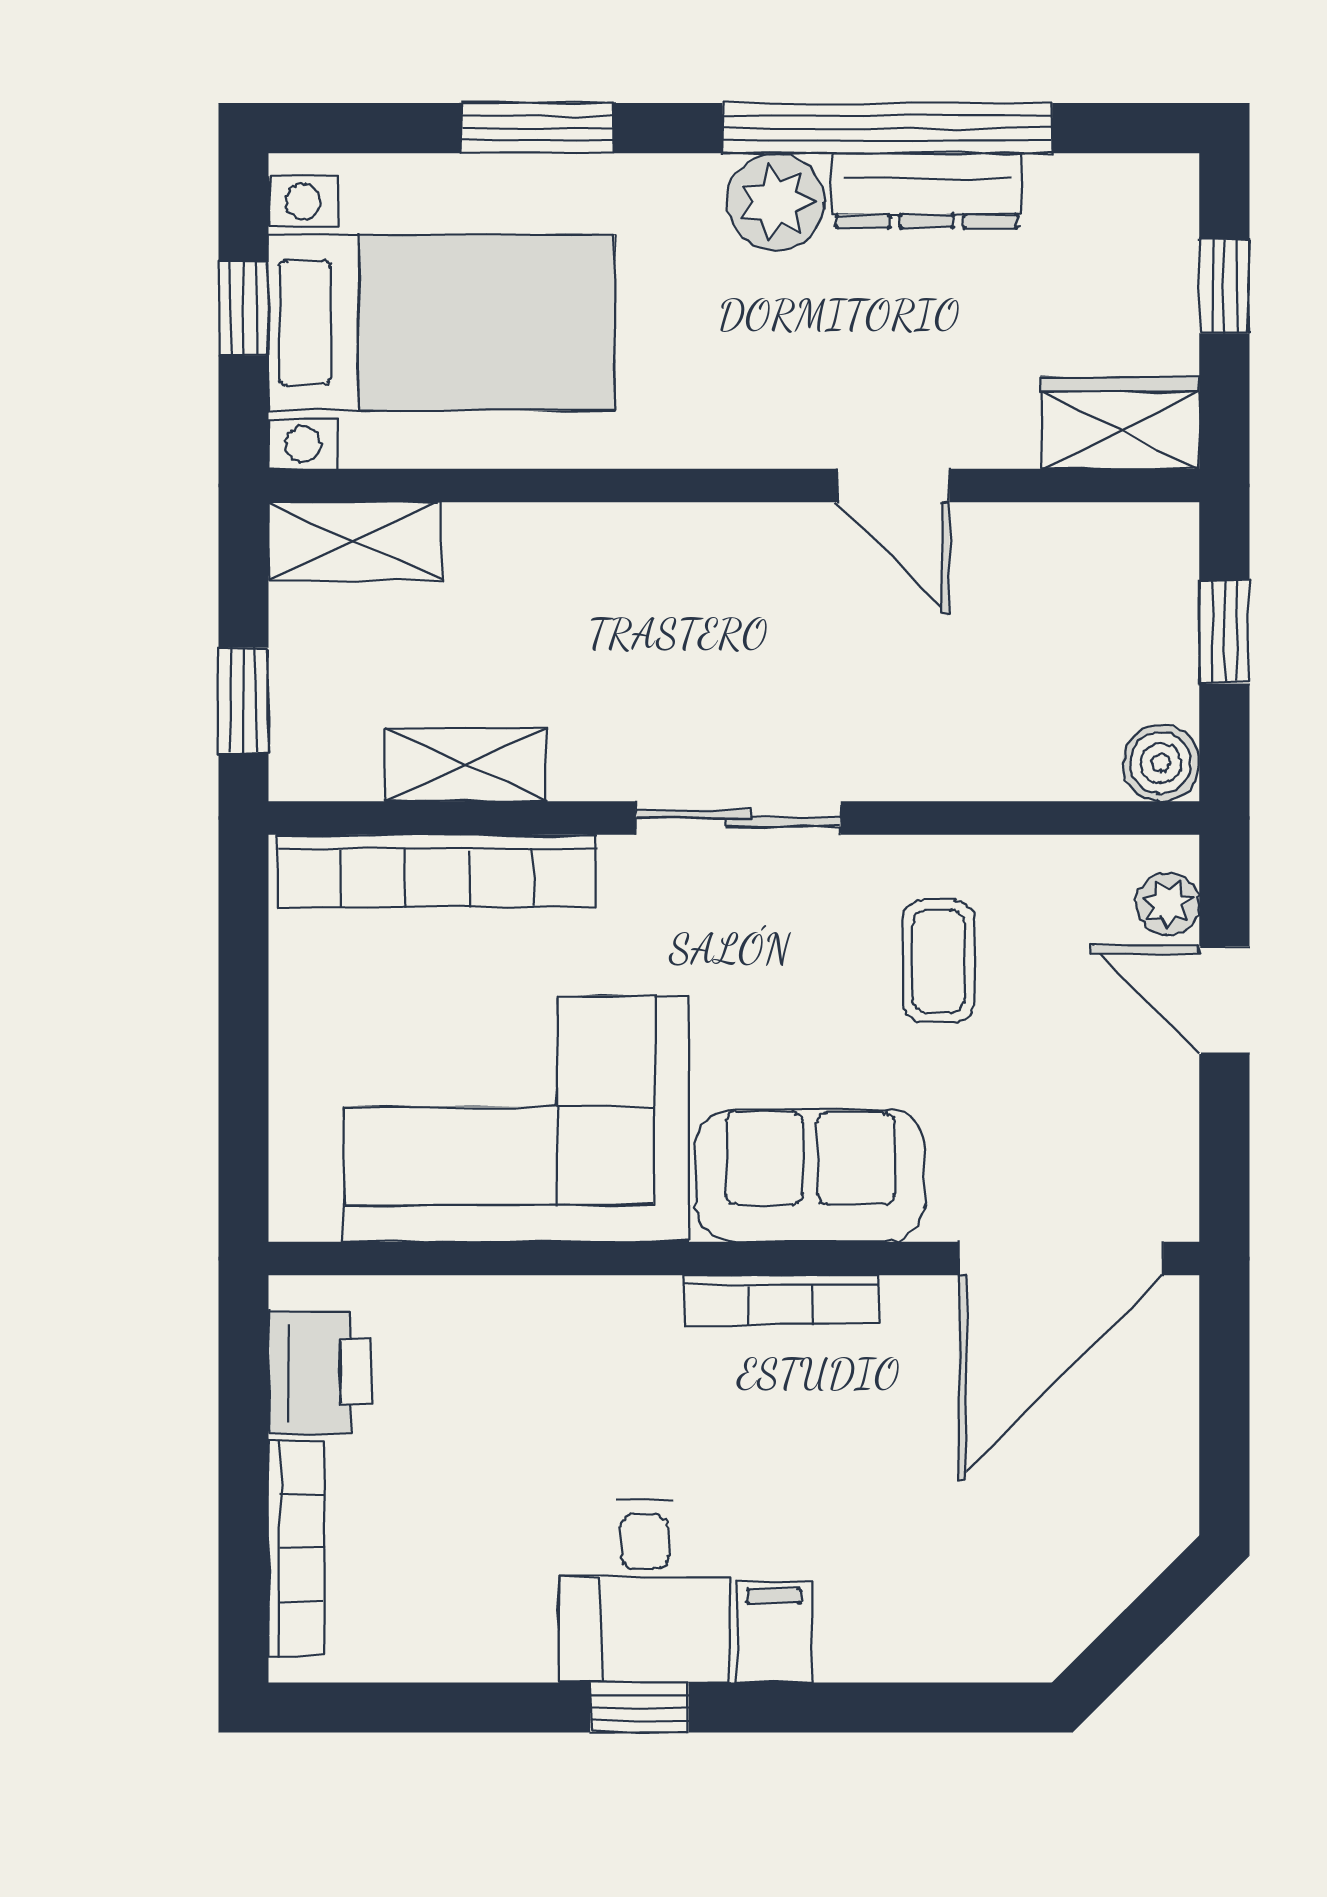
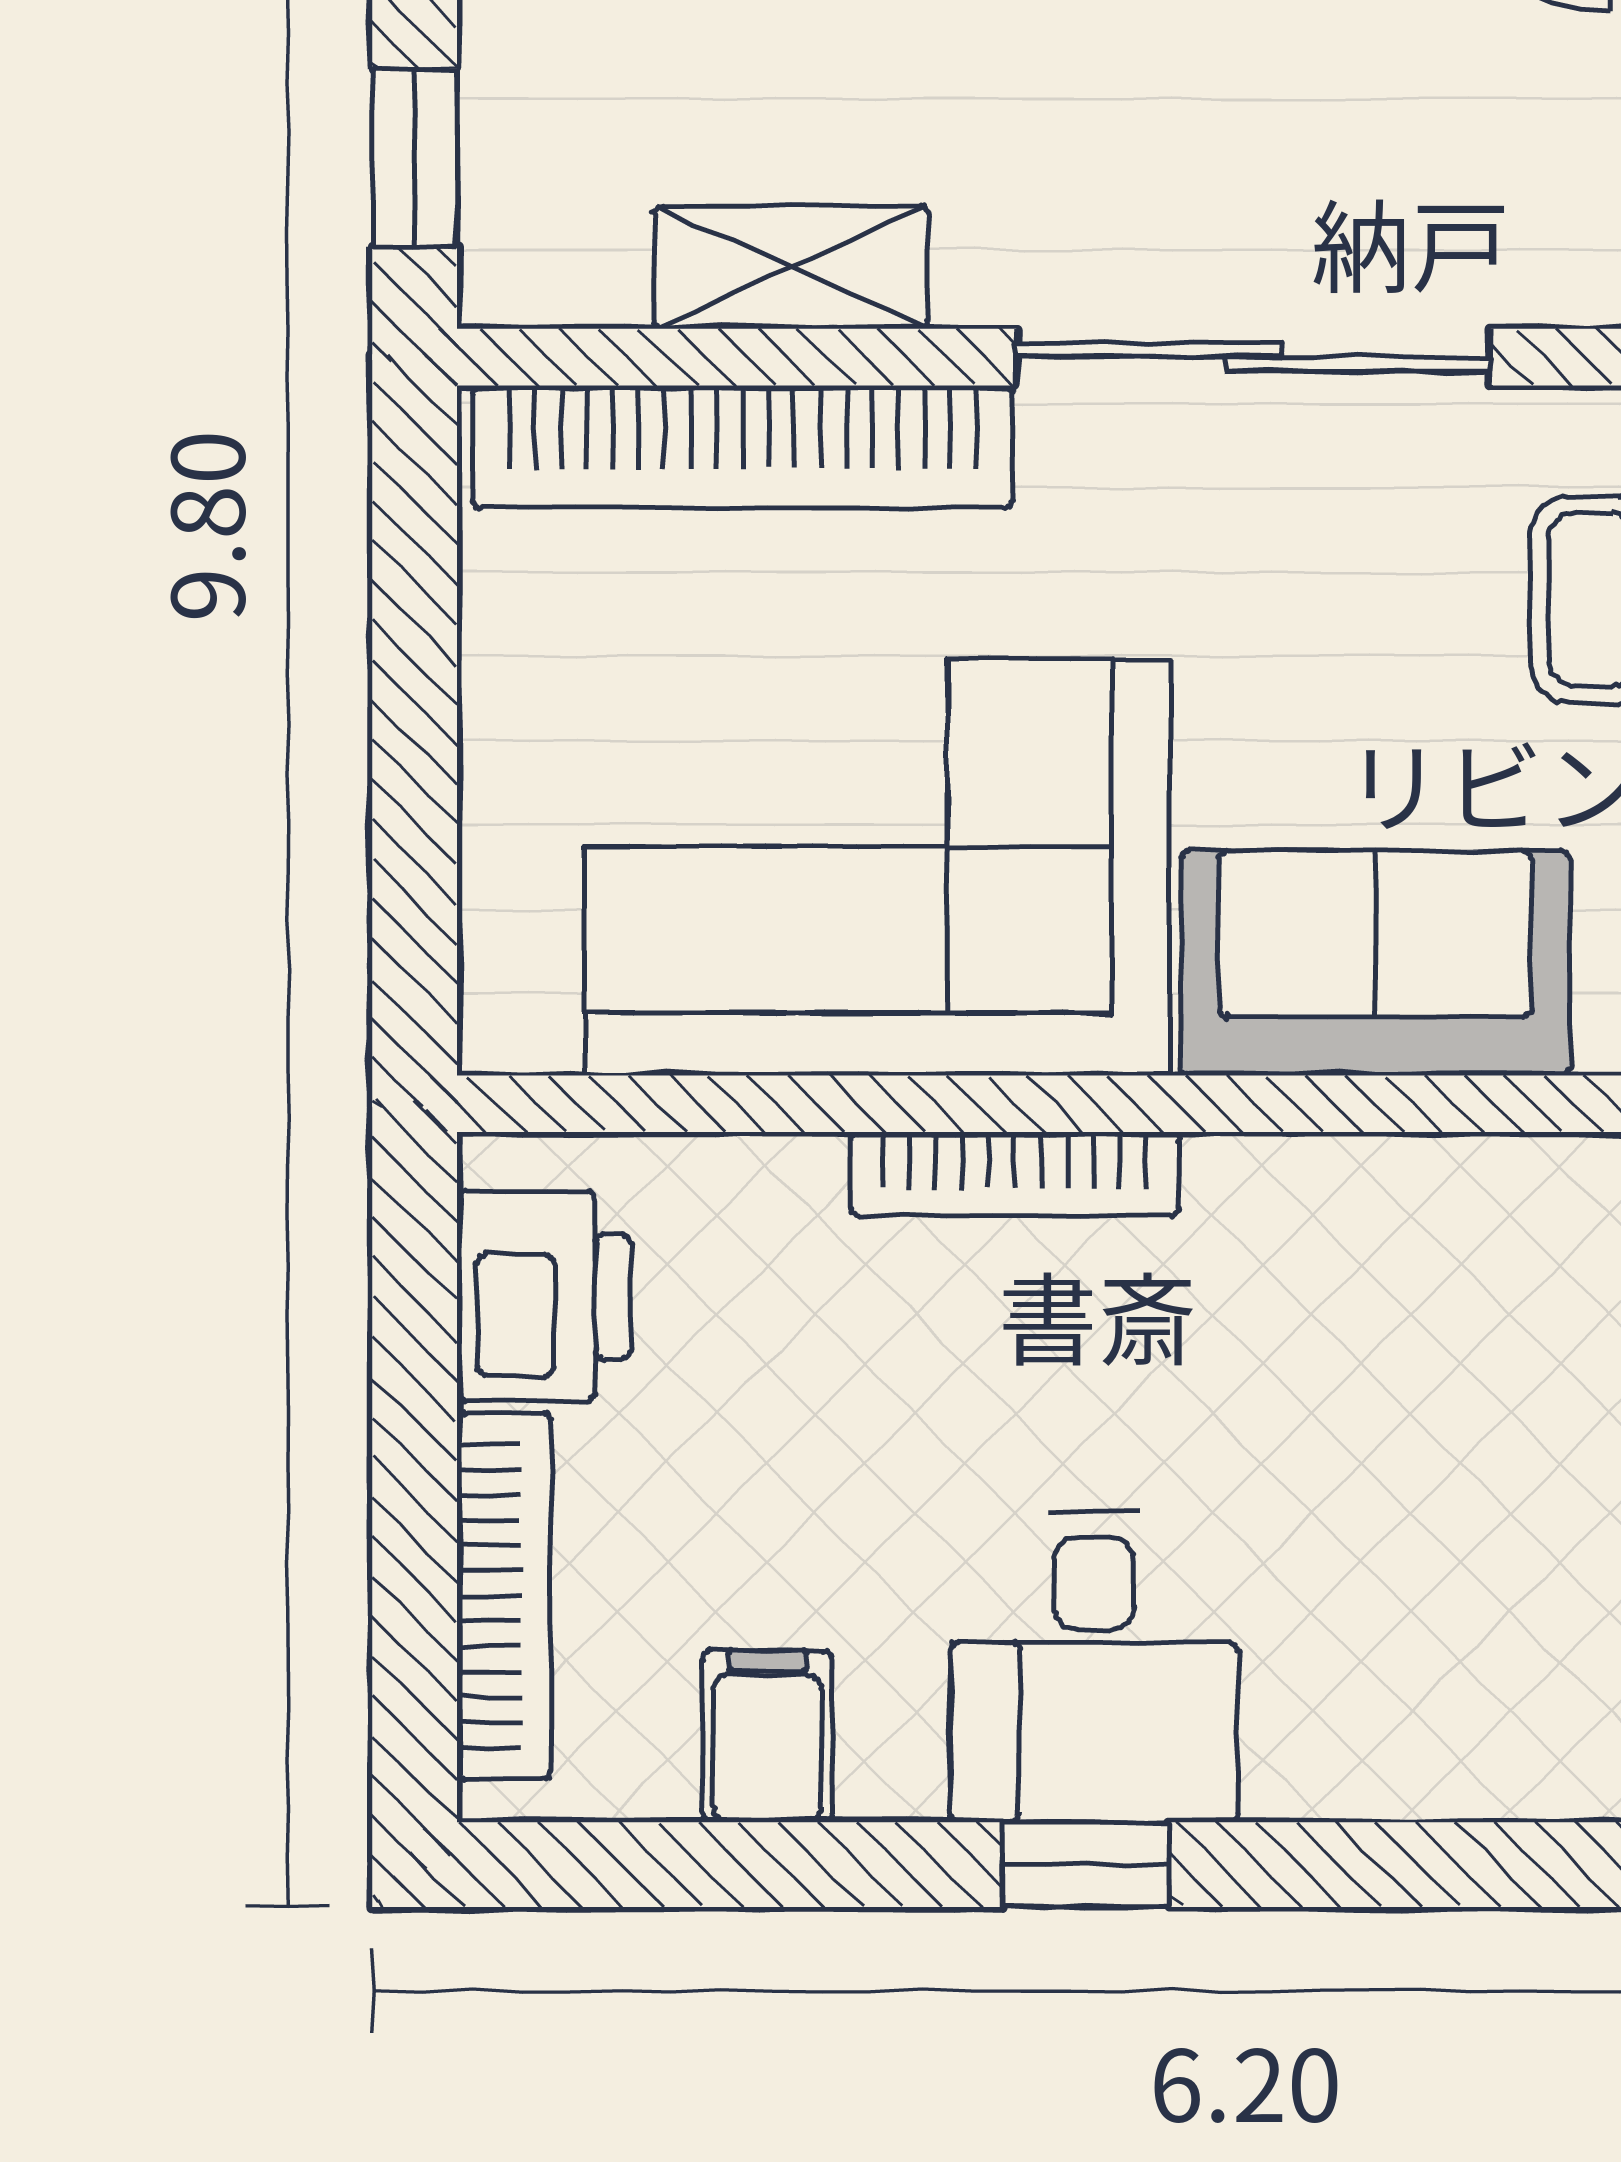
sliding door: (738, 818) -> (1253, 357), width x1.37
bookcase: (781, 1300) -> (1015, 1174), moved
filing cabinet: (774, 1632) -> (767, 1736), moved

